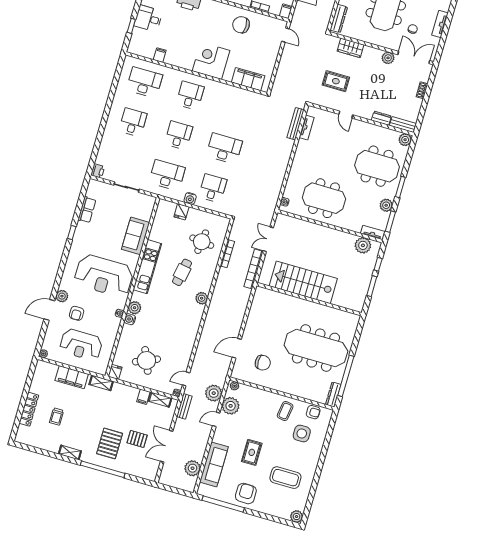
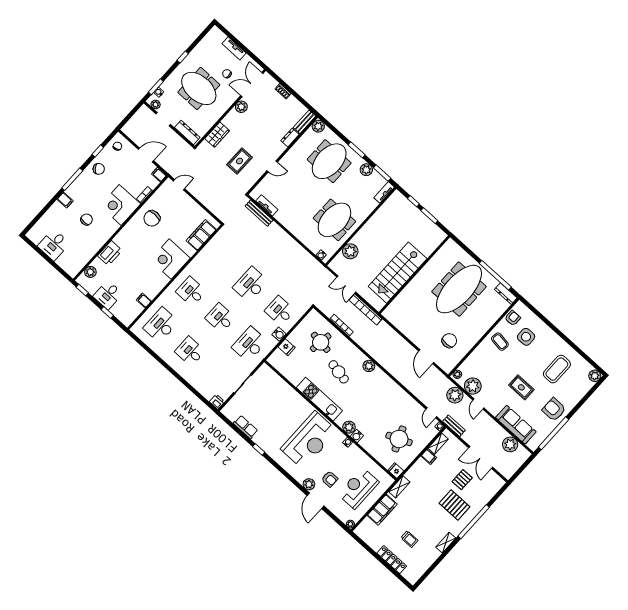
sofa: (136, 236) -> (288, 396), removed
plant: (363, 245) -> (350, 251), moved
reception desk: (81, 345) -> (358, 488), turned 180

